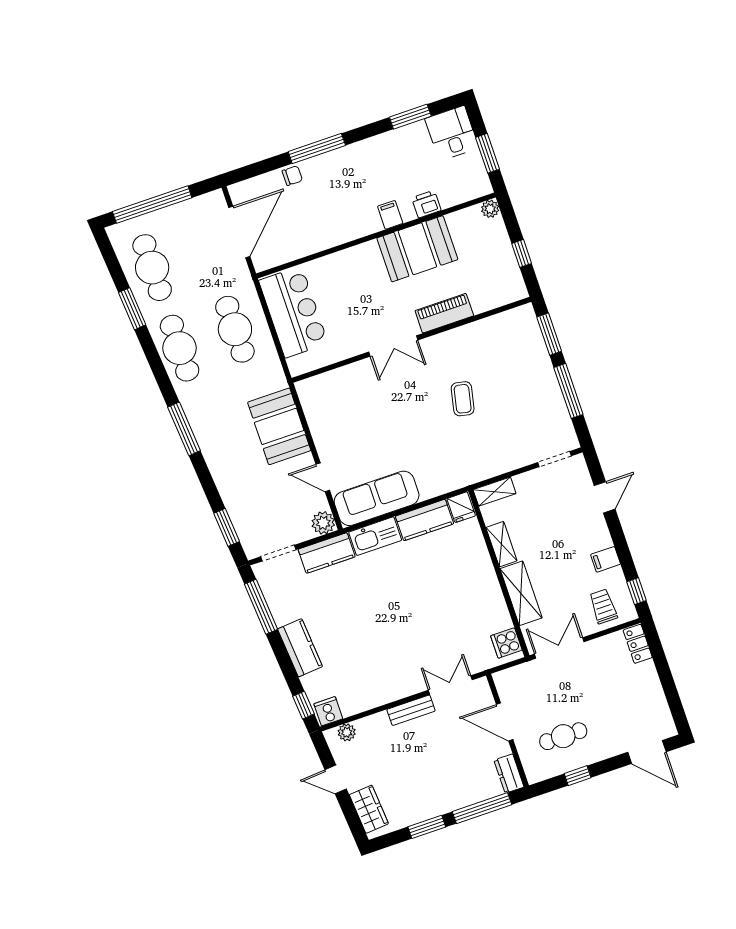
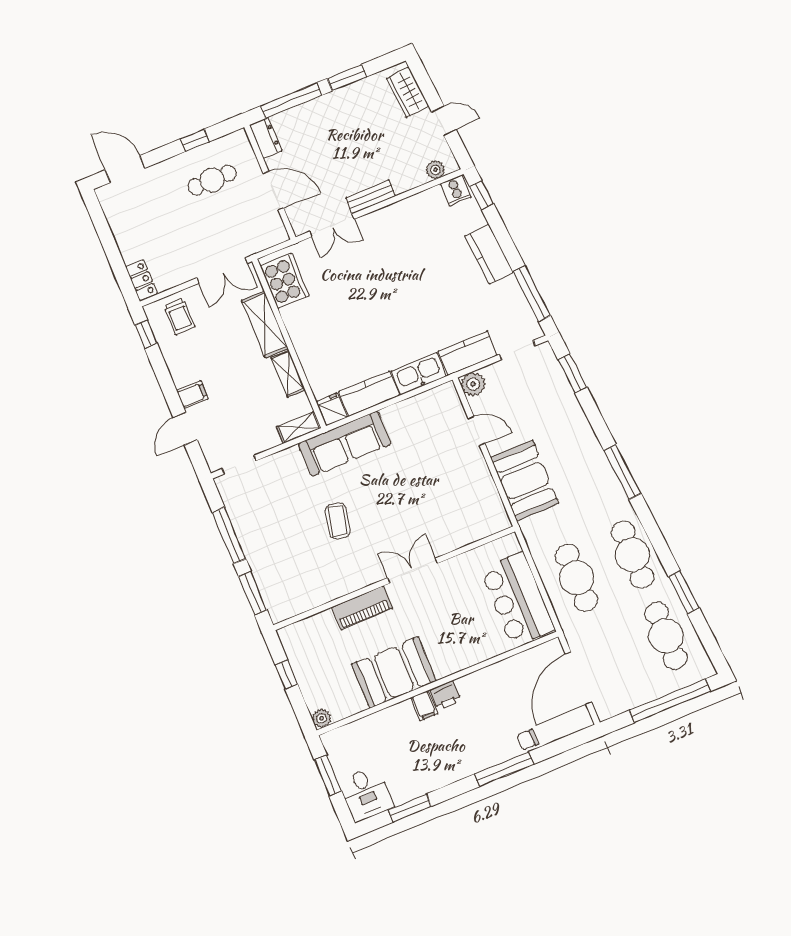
printer: (426, 204) -> (446, 695), moved
sofa: (377, 498) -> (345, 444), moved
filing cabinet: (606, 559) -> (192, 395), moved
cooker: (506, 643) -> (285, 281), width x1.87, depth x1.31

